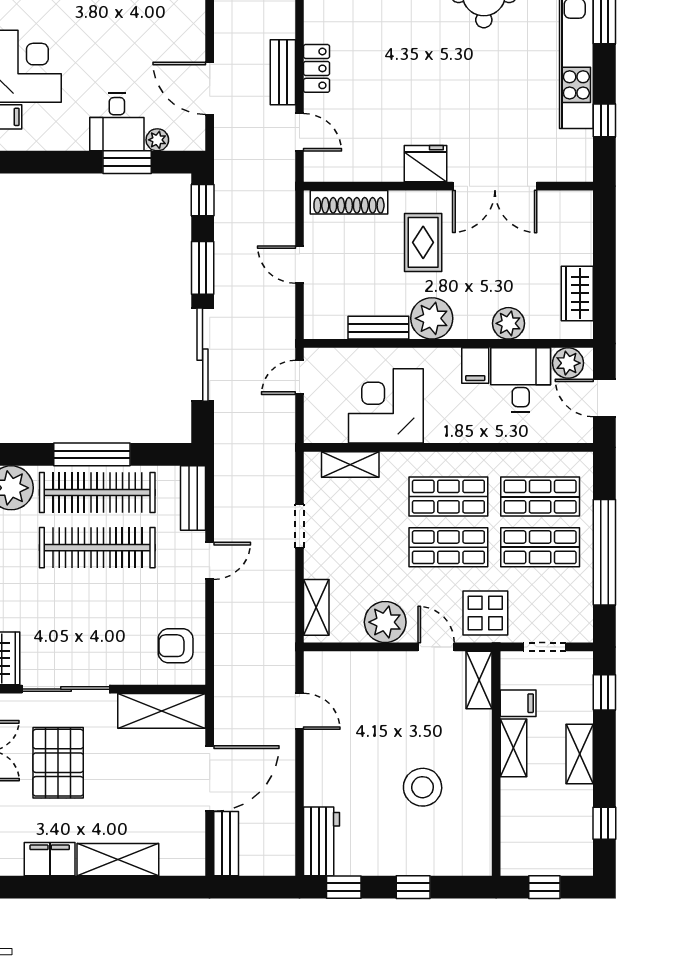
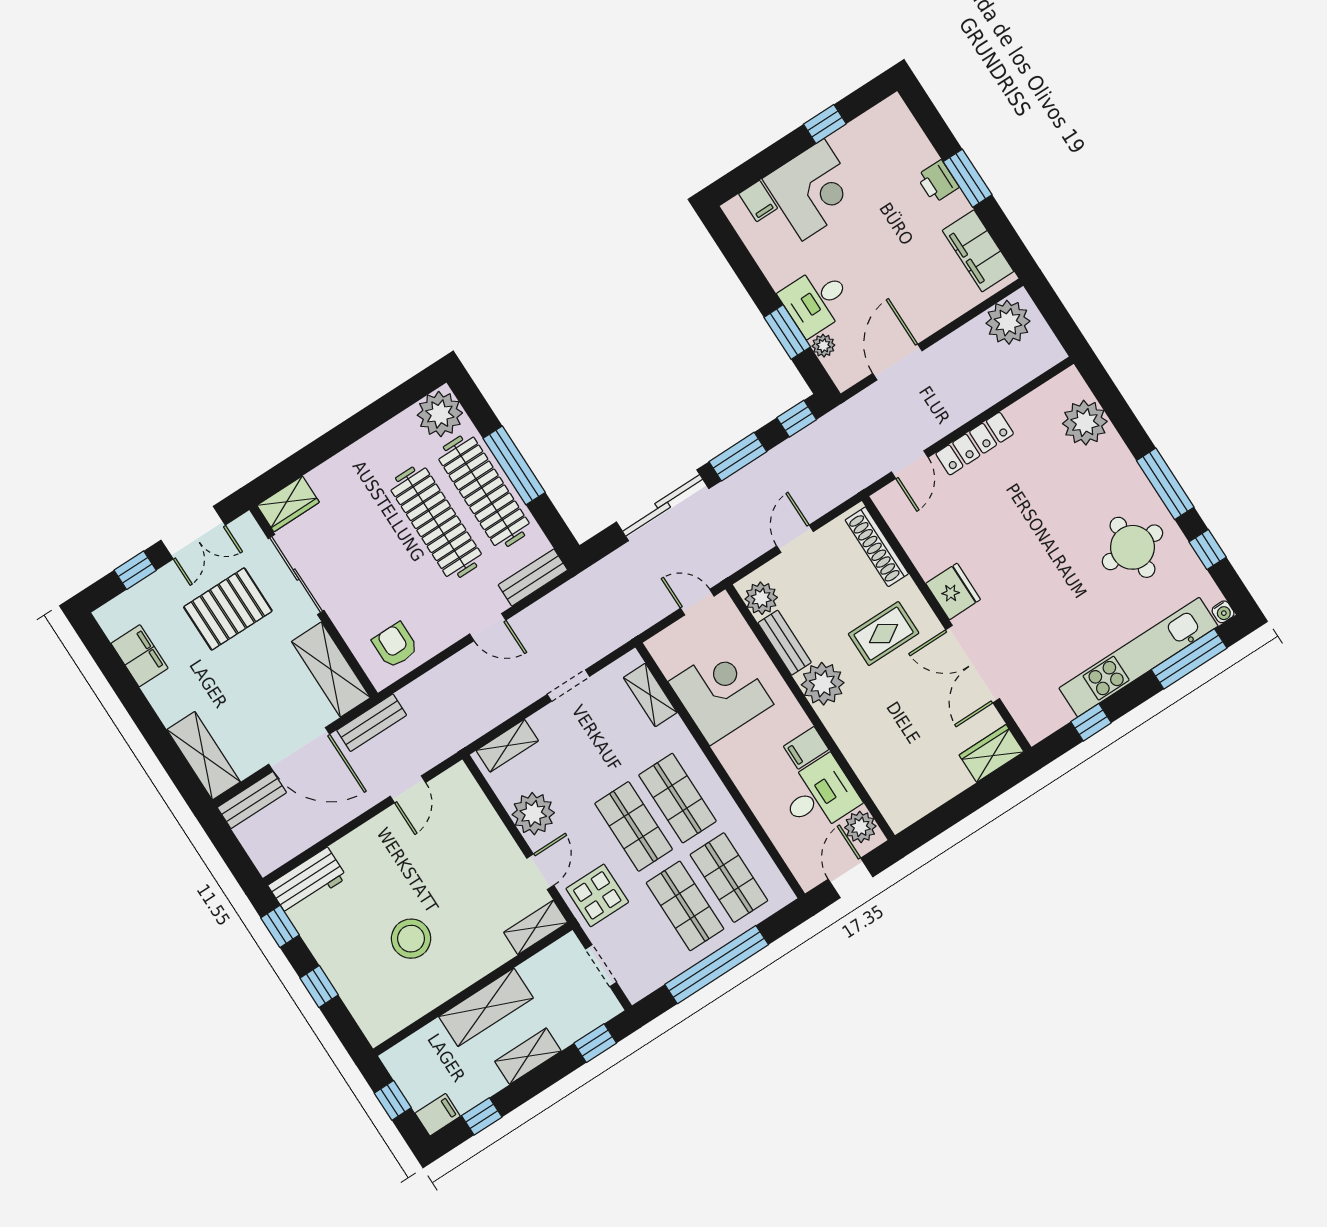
locker: (317, 68) -> (975, 444), width x1.53
bench: (283, 72) -> (372, 723), moved
wardrobe: (577, 293) -> (991, 753), moved
plant: (508, 323) -> (761, 598), moved
filing cabinet: (518, 703) -> (438, 1115), moved, turned -90
shelving: (513, 748) -> (486, 1007), width x1.50, depth x1.33
shelving: (118, 860) -> (204, 756), moved

